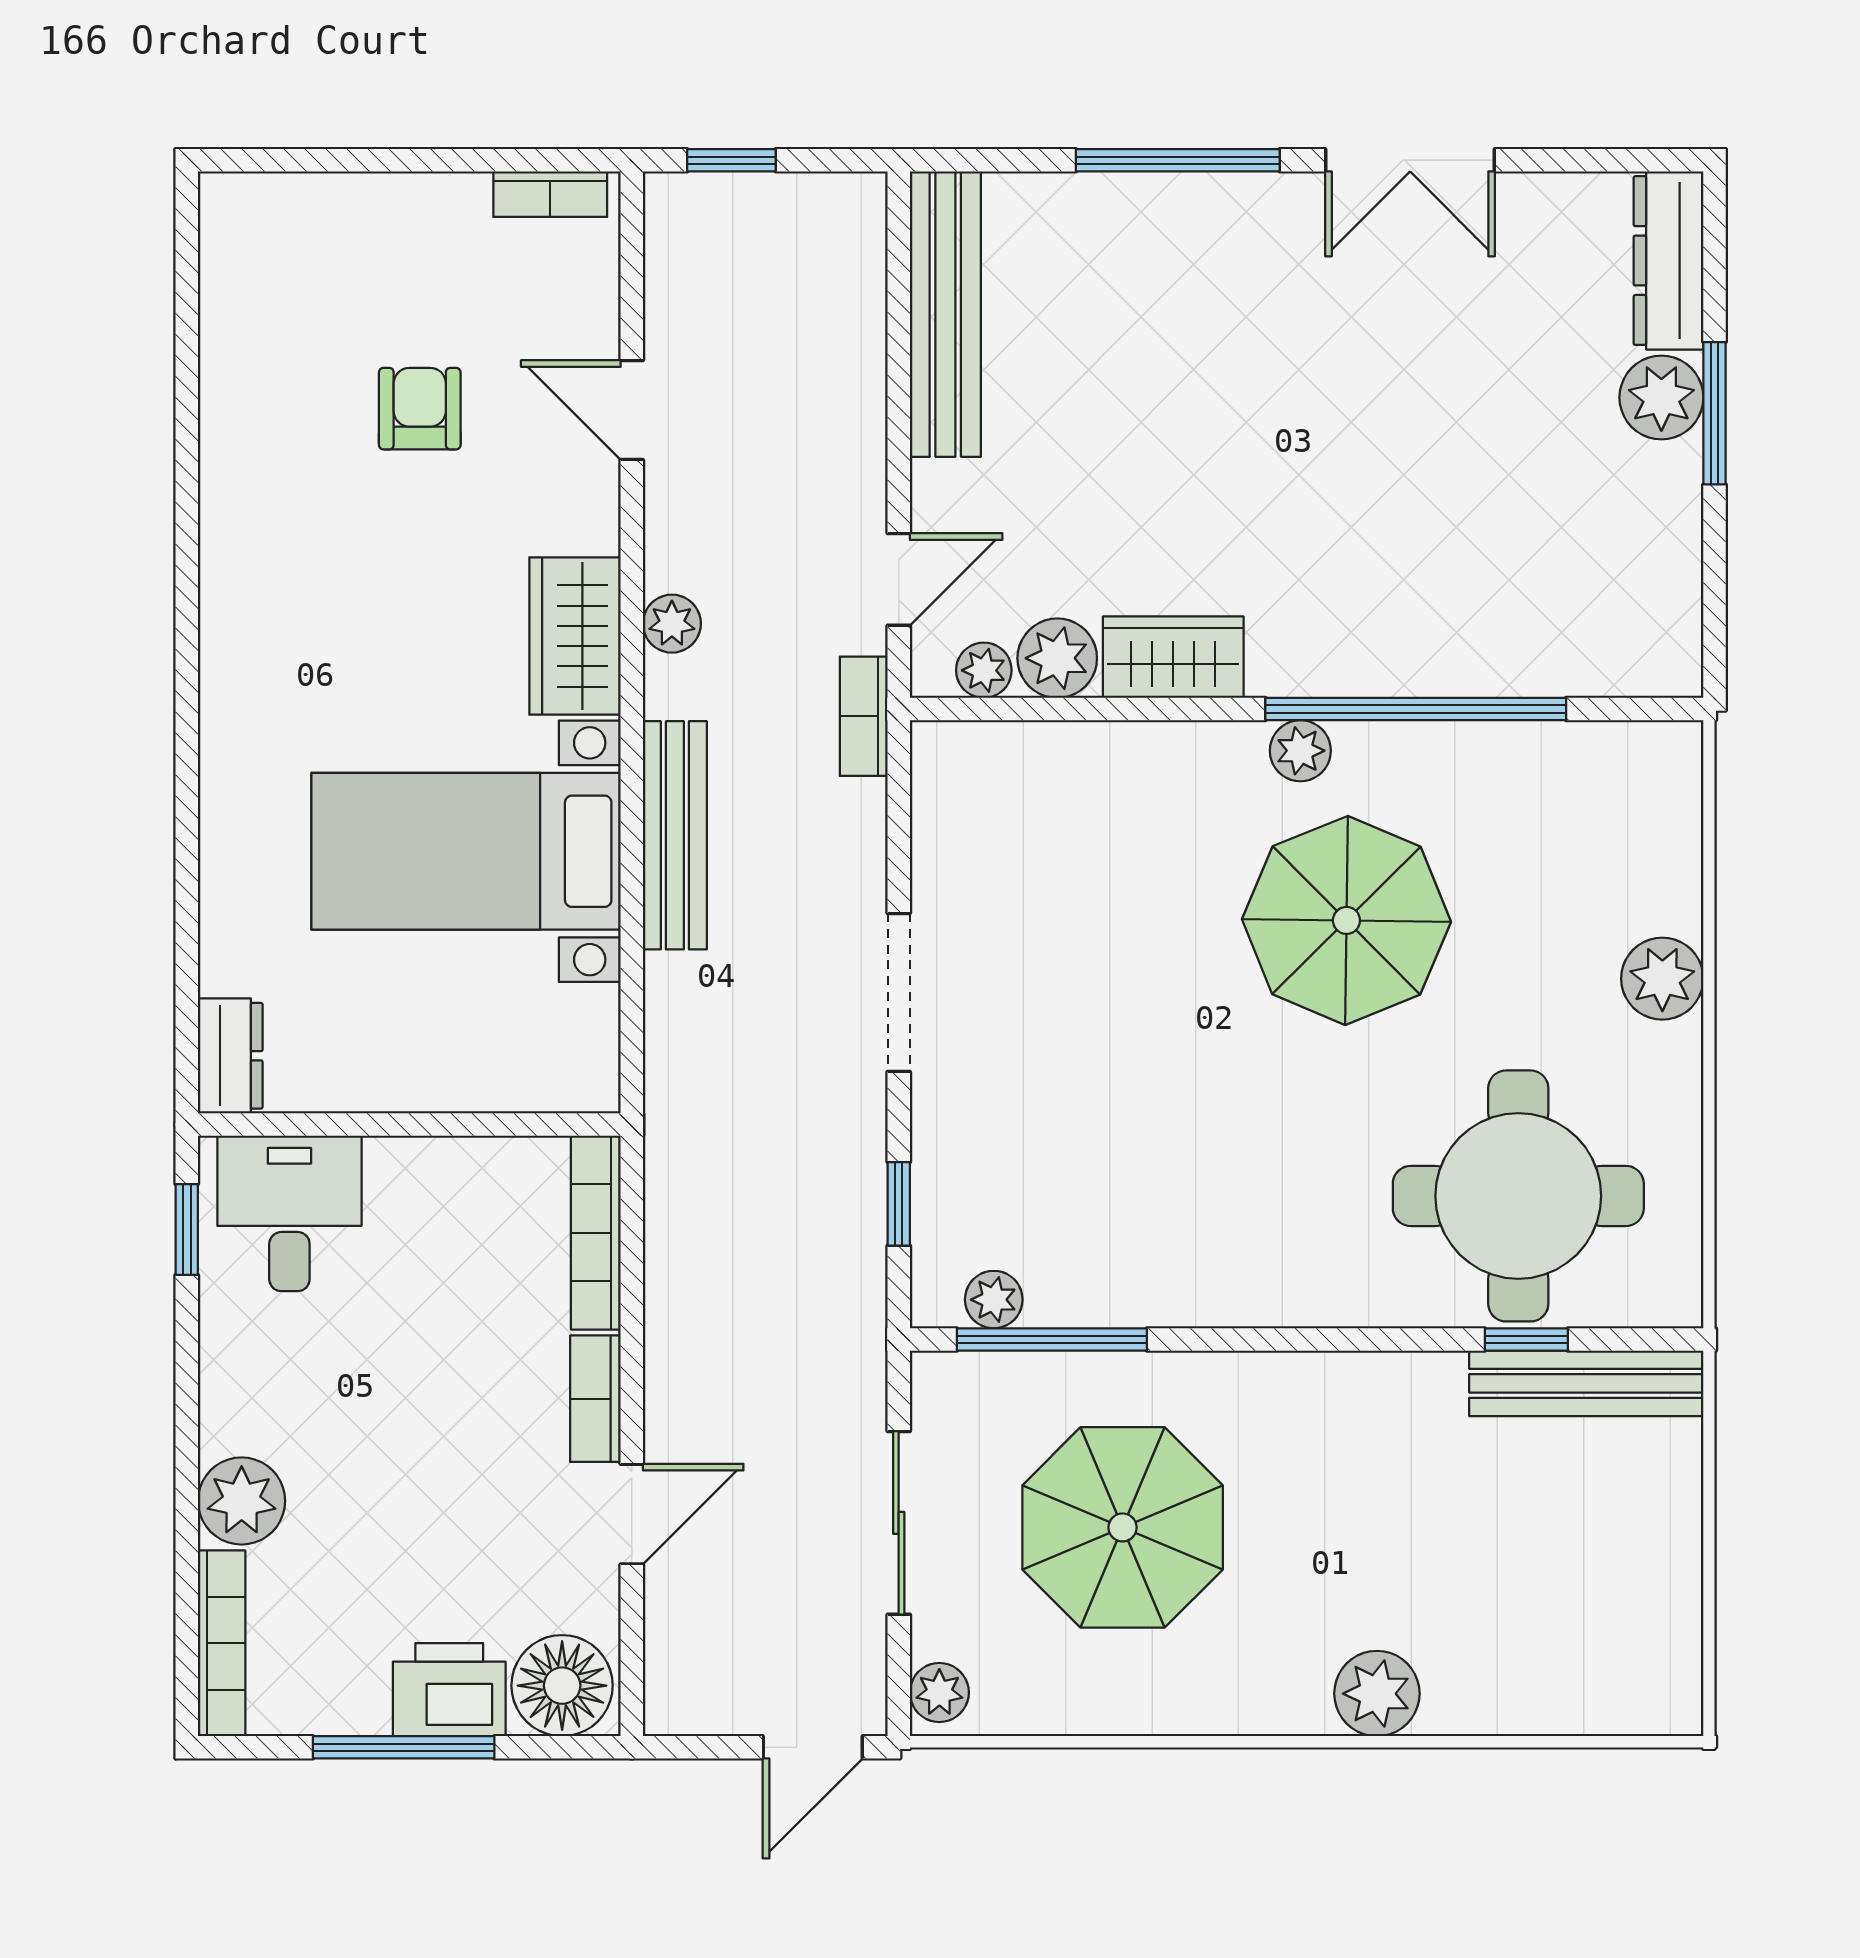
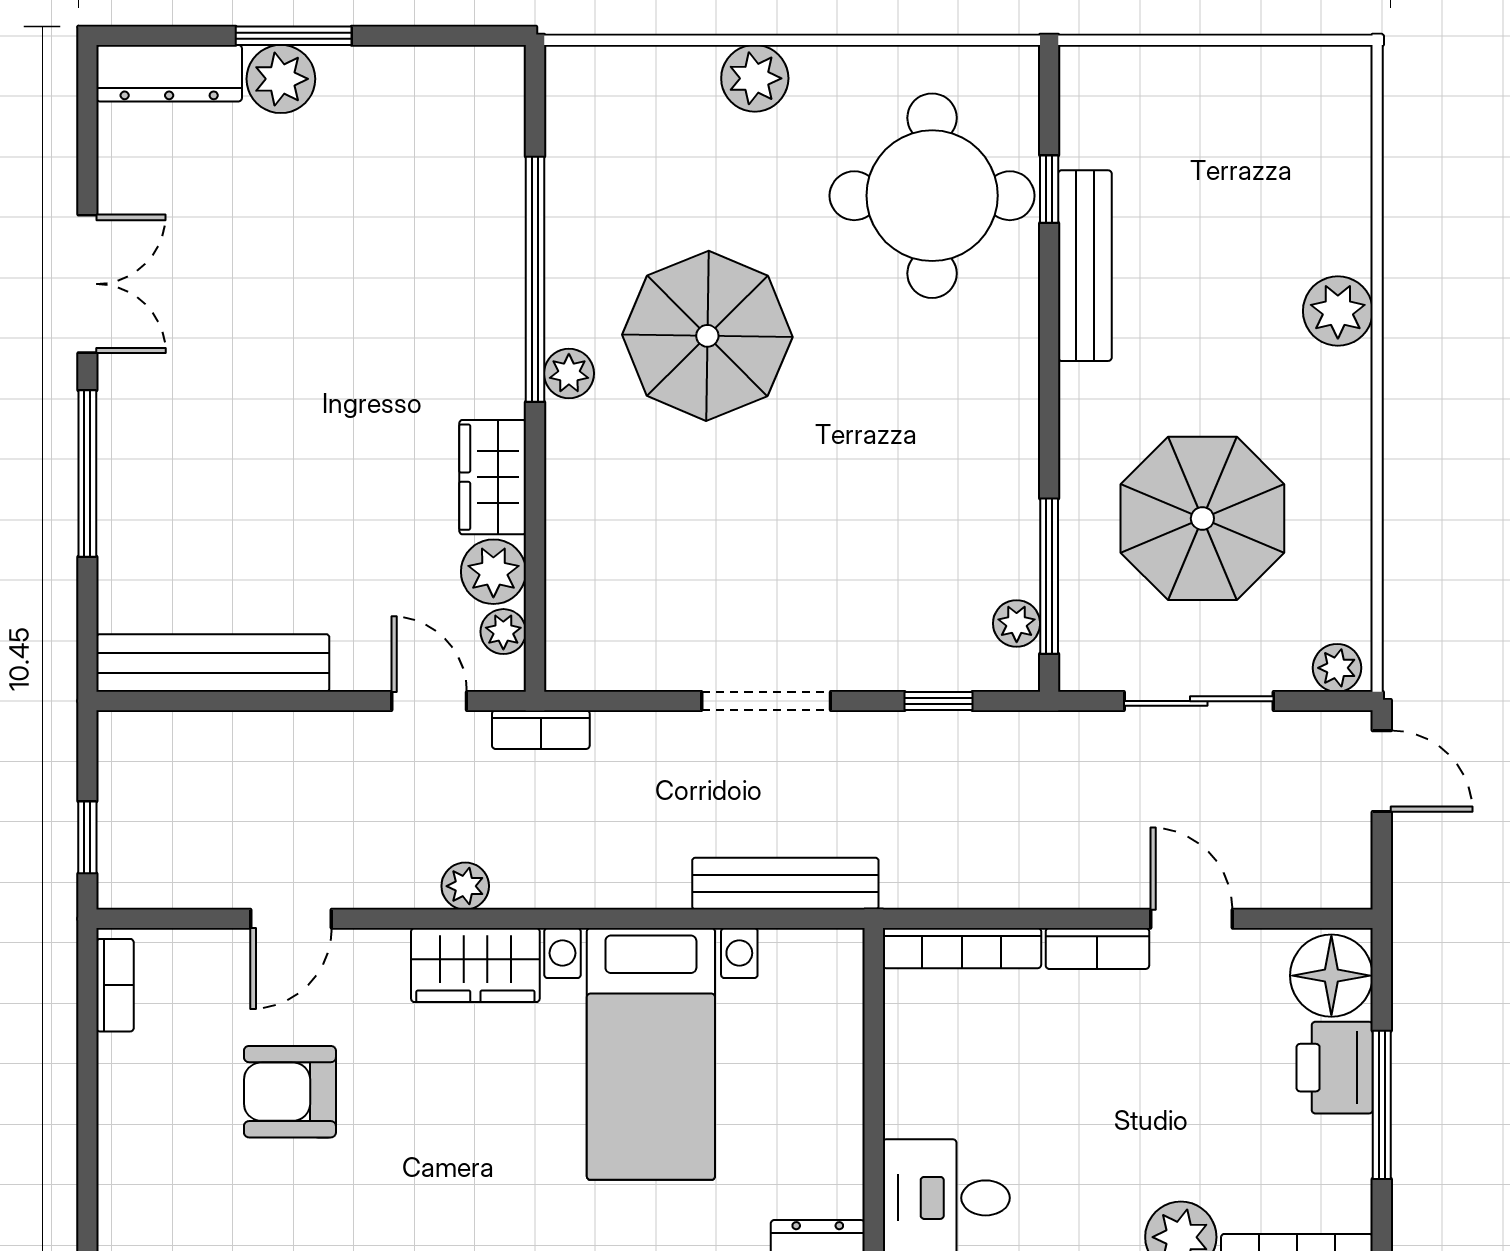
armchair: (420, 409) -> (290, 1092), width x1.38, depth x1.38
bench: (675, 835) -> (785, 884), moved
bench: (1586, 1383) -> (1085, 266), moved

